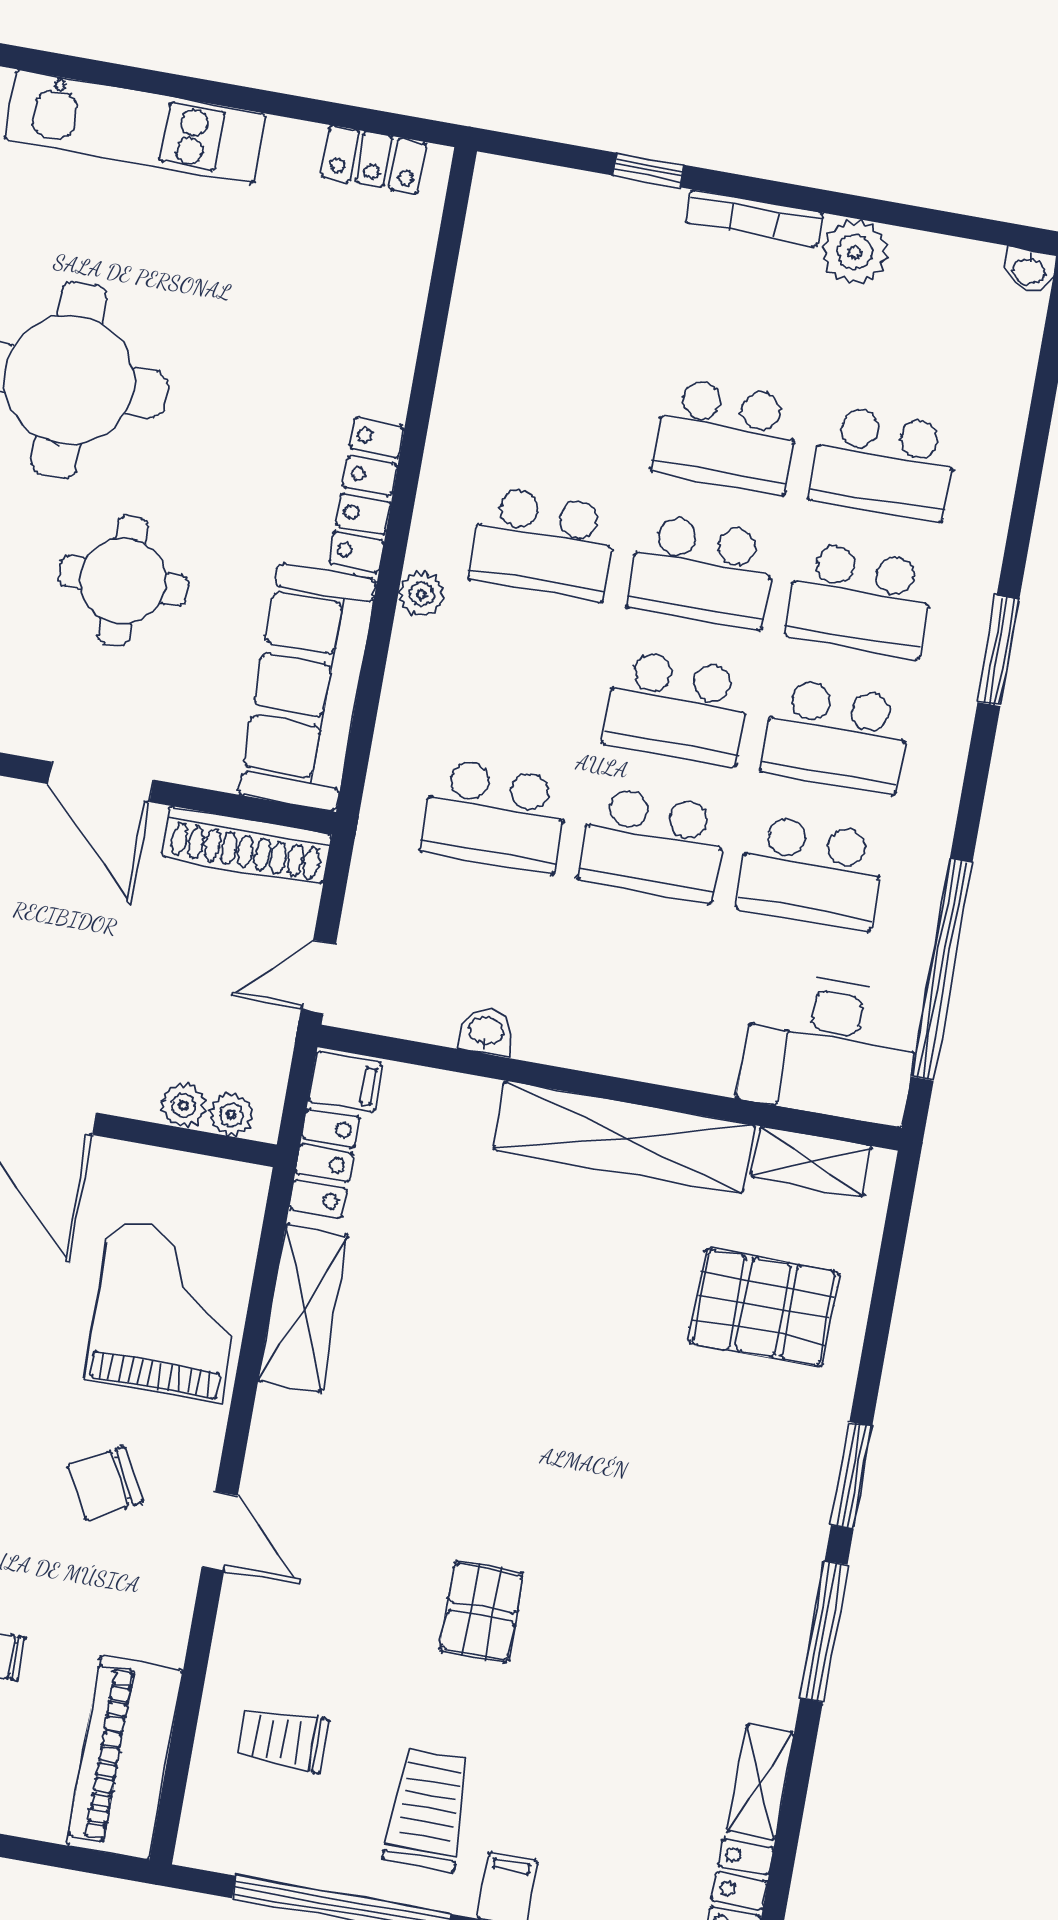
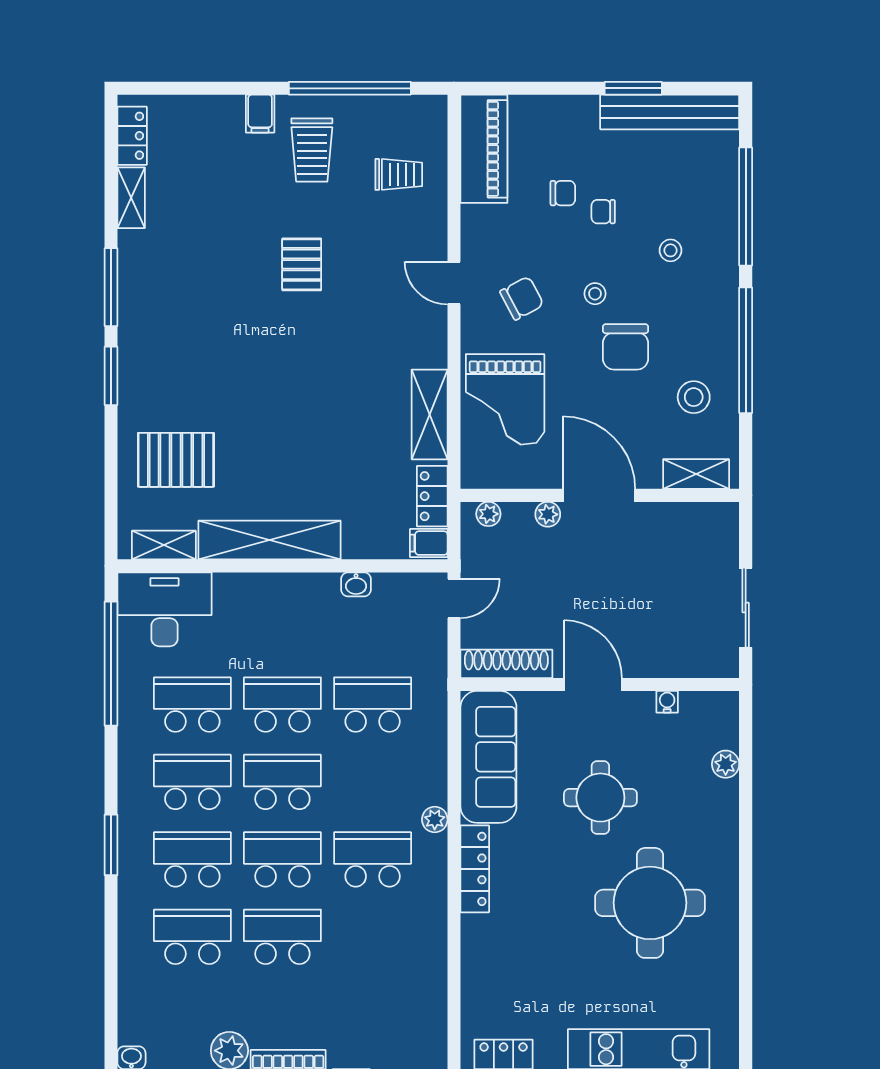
plant: (184, 1105) -> (548, 514), moved

